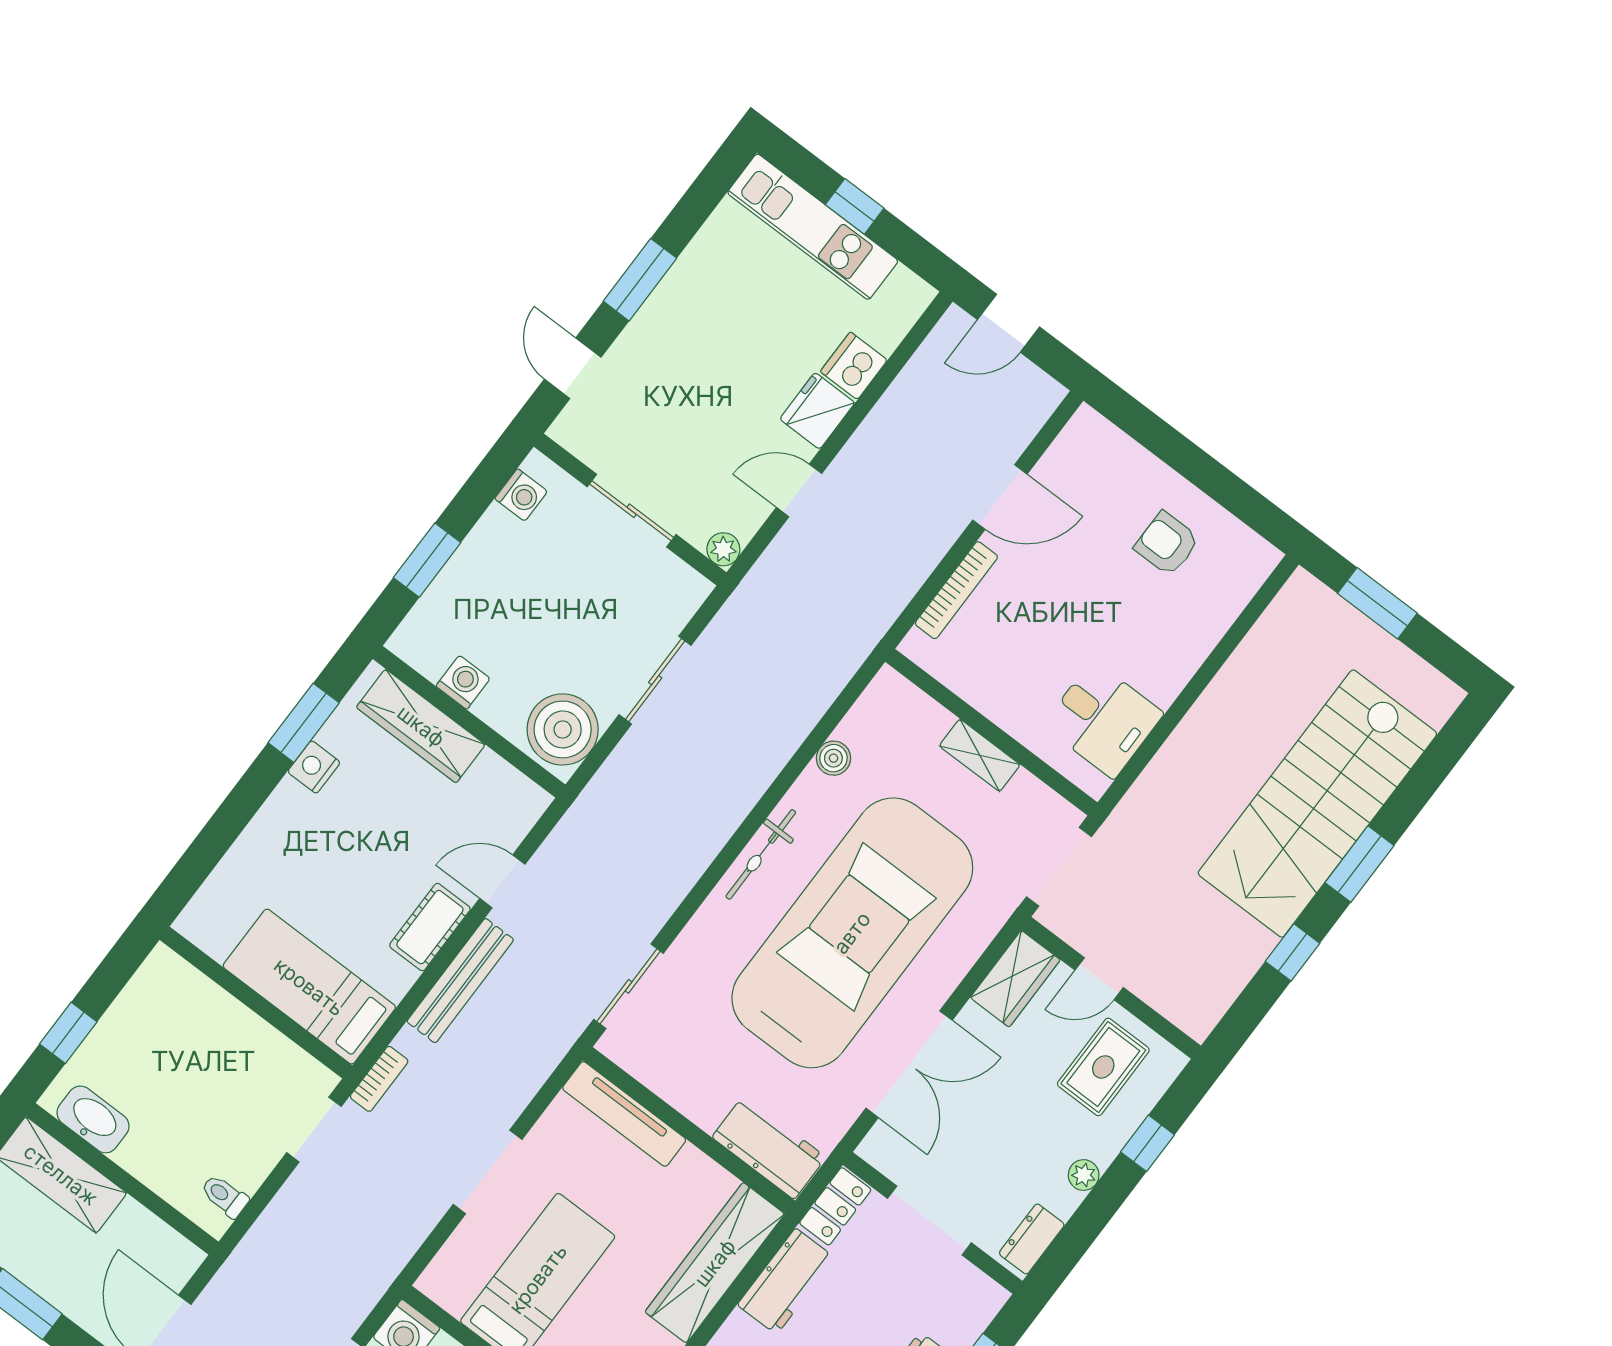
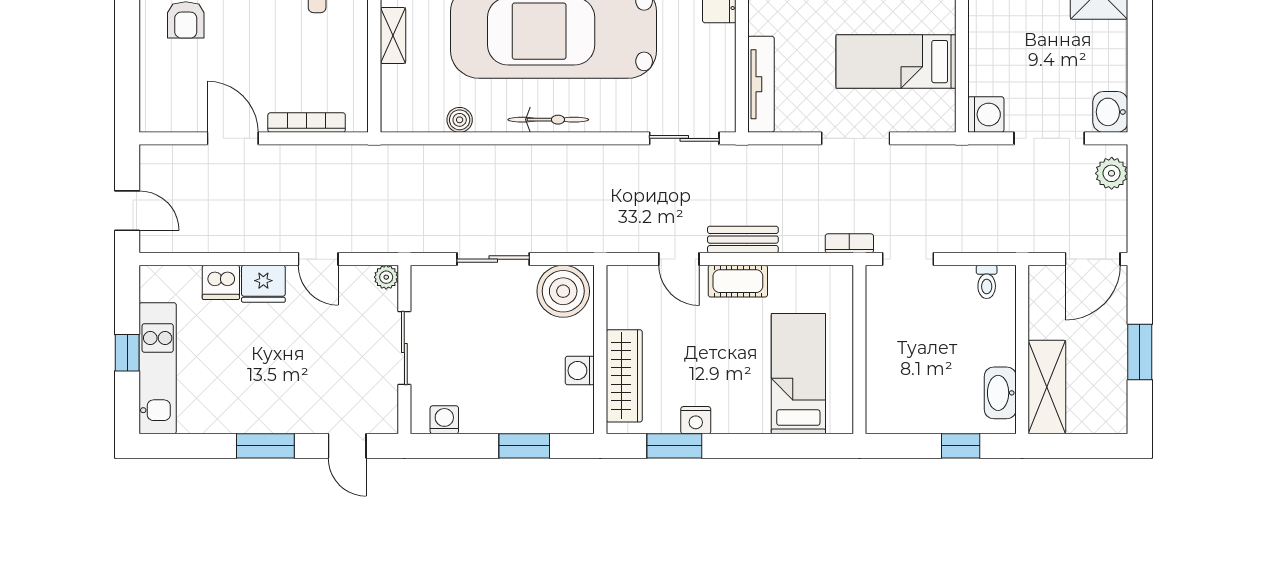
door: (573, 368) -> (347, 446), hinge flipped
bench: (460, 981) -> (743, 240), width x0.73
bed: (309, 987) -> (798, 374), moved, turned 180

